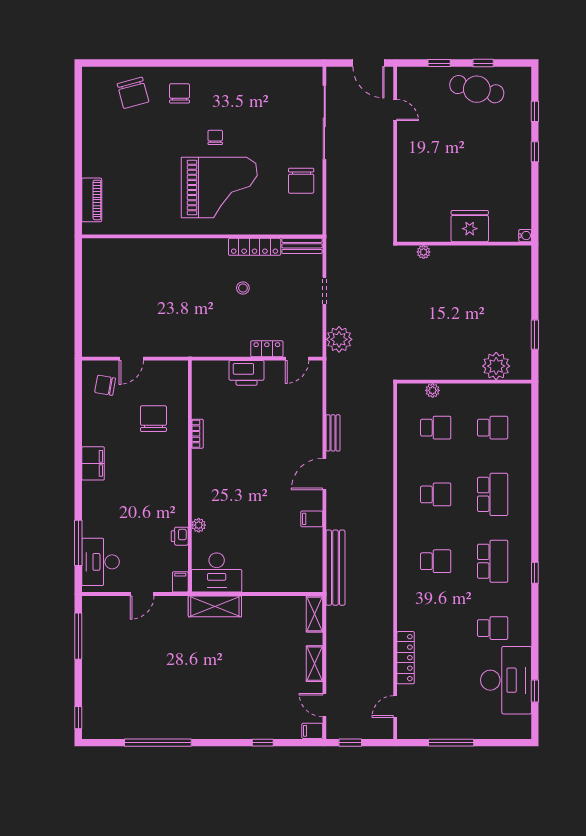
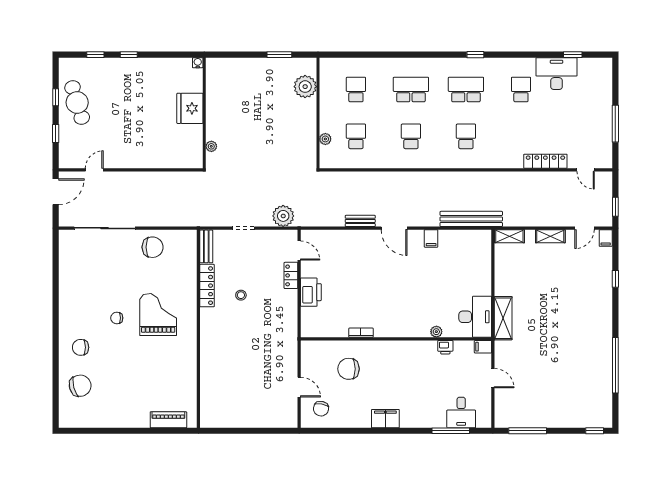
cafe table: (477, 89) -> (77, 102), turned -31
grand piano: (219, 187) -> (158, 315), width x0.73, depth x0.68
desk: (101, 562) -> (461, 412), width x0.73
desk: (506, 680) -> (556, 74), width x0.73, depth x0.77

